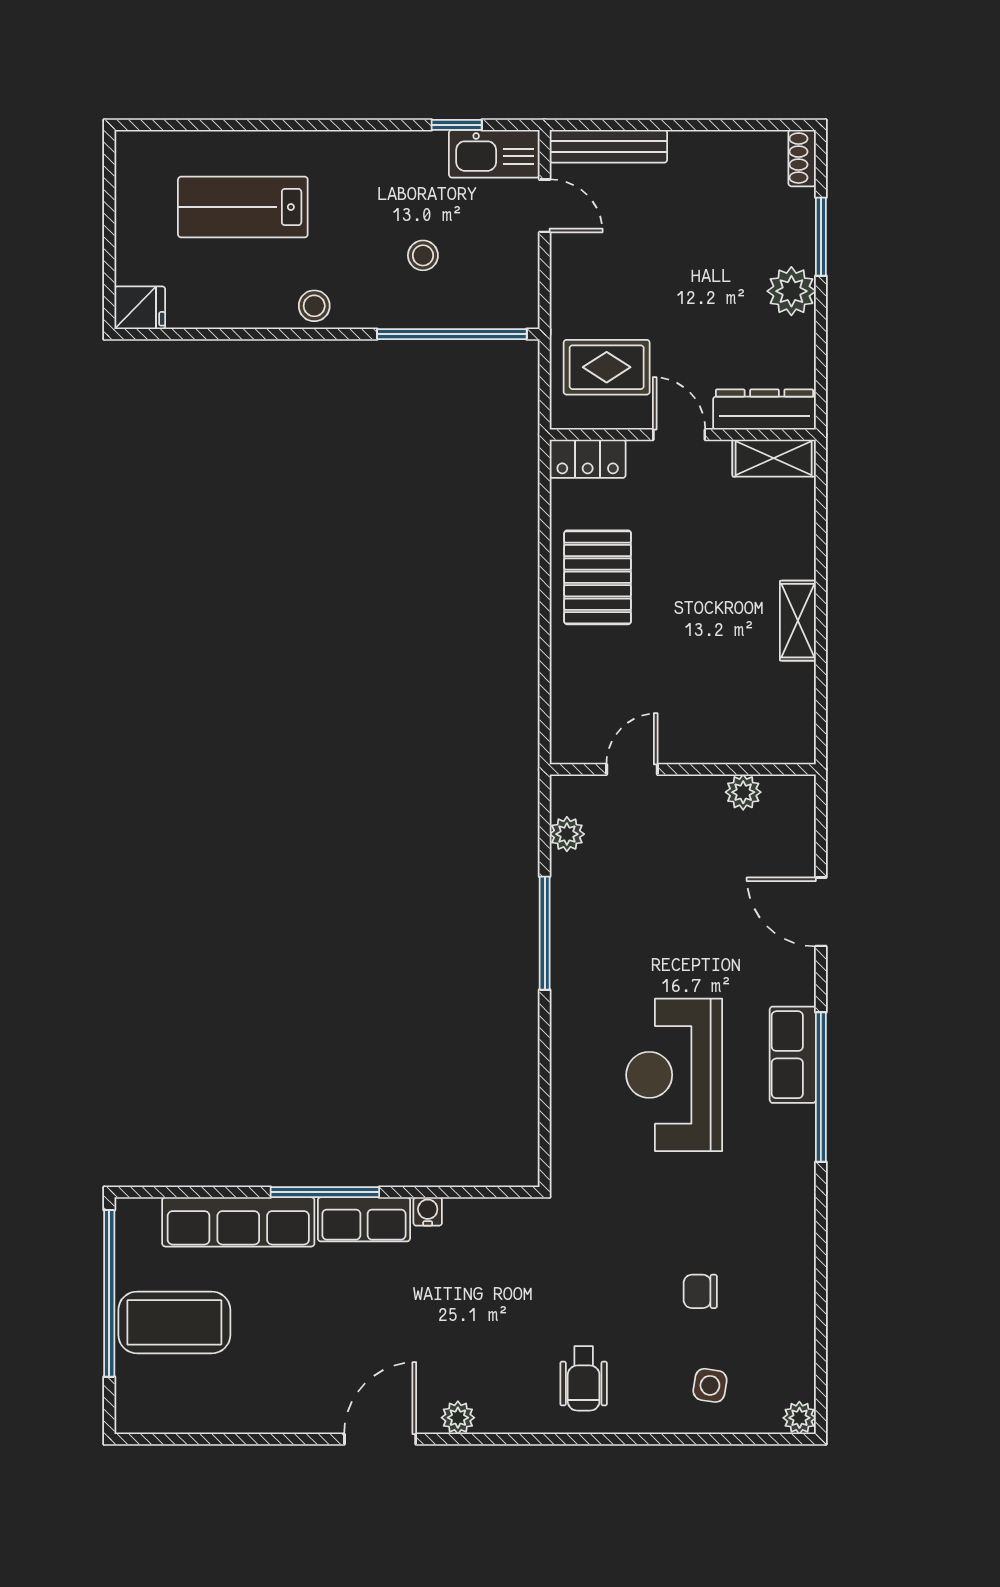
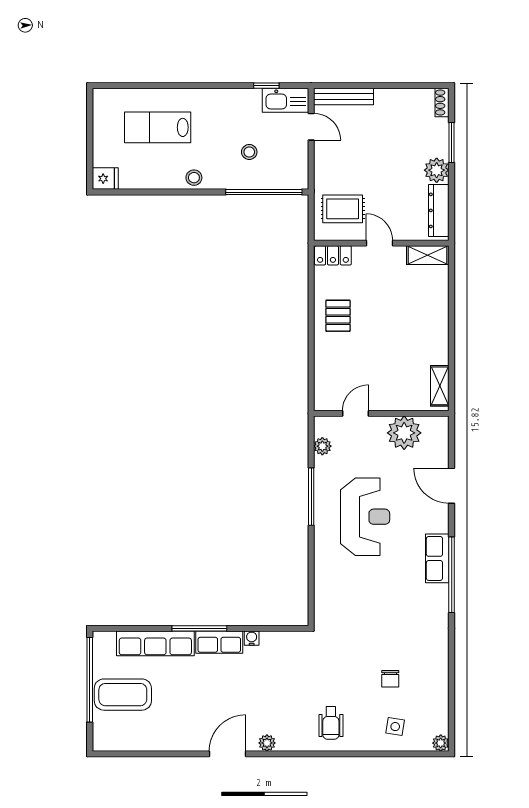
dresser: (764, 409) -> (439, 210), moved, turned -90
pallet: (598, 577) -> (338, 316), width x0.67, depth x0.71
shelving: (798, 621) -> (440, 386), moved
plant: (743, 792) -> (404, 433), width x1.88, depth x1.88
reception desk: (674, 1075) -> (365, 517), moved, turned 180
chair: (700, 1291) -> (390, 679), turned -90

